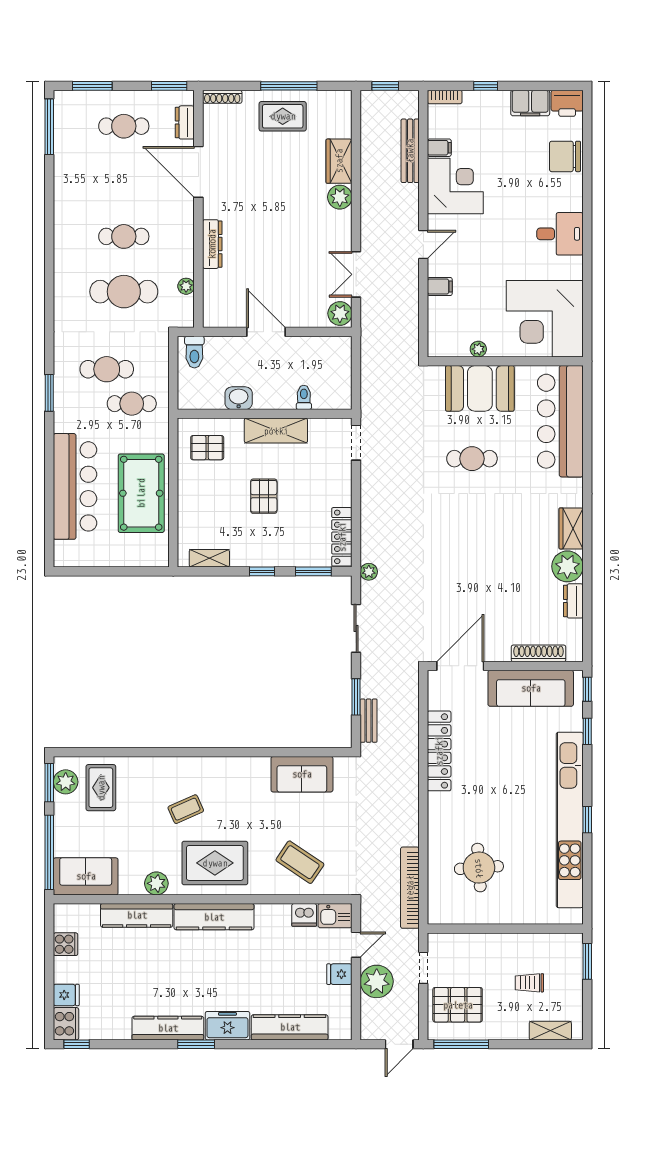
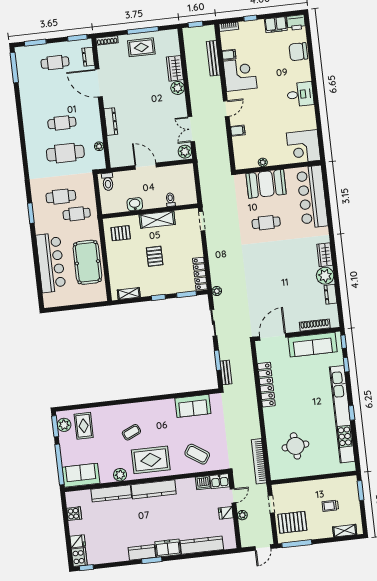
corner desk: (545, 319) -> (303, 147), width x0.74, depth x0.74
plant: (377, 981) -> (242, 515), width x0.53, depth x0.53
kitchen counter: (168, 1028) -> (142, 552), width x0.67

